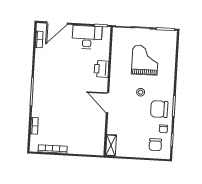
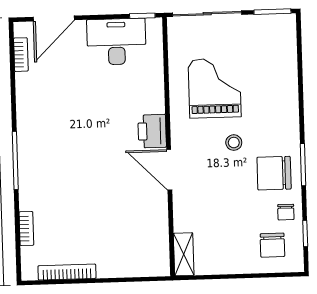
grand piano: (145, 60) -> (215, 88), moved
printer: (102, 69) -> (152, 131), moved

